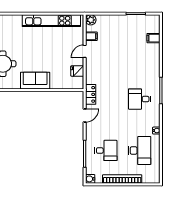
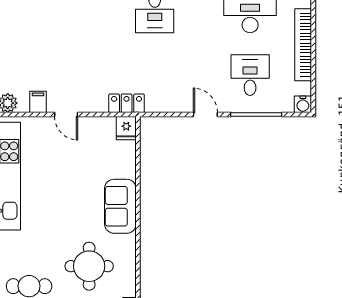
fridge: (77, 71) -> (126, 128), moved
locker: (91, 94) -> (127, 103), moved
door: (85, 115) -> (205, 115), moved

